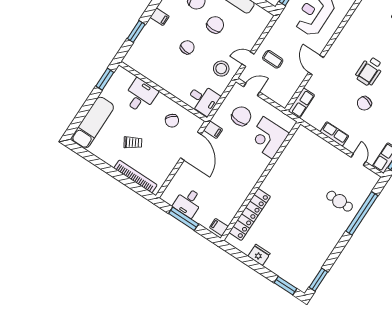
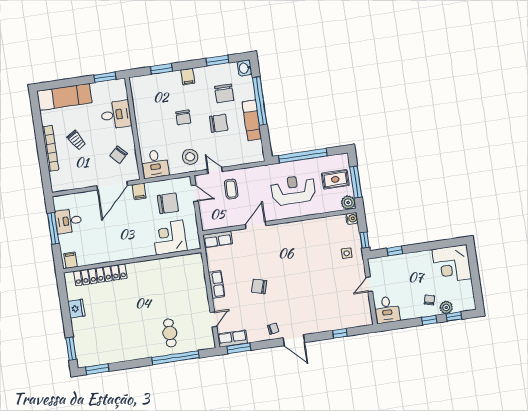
chair: (187, 47) -> (183, 117), turned 80
wheelchair: (369, 71) -> (286, 269), removed
bookcase: (135, 177) -> (50, 148), moved

